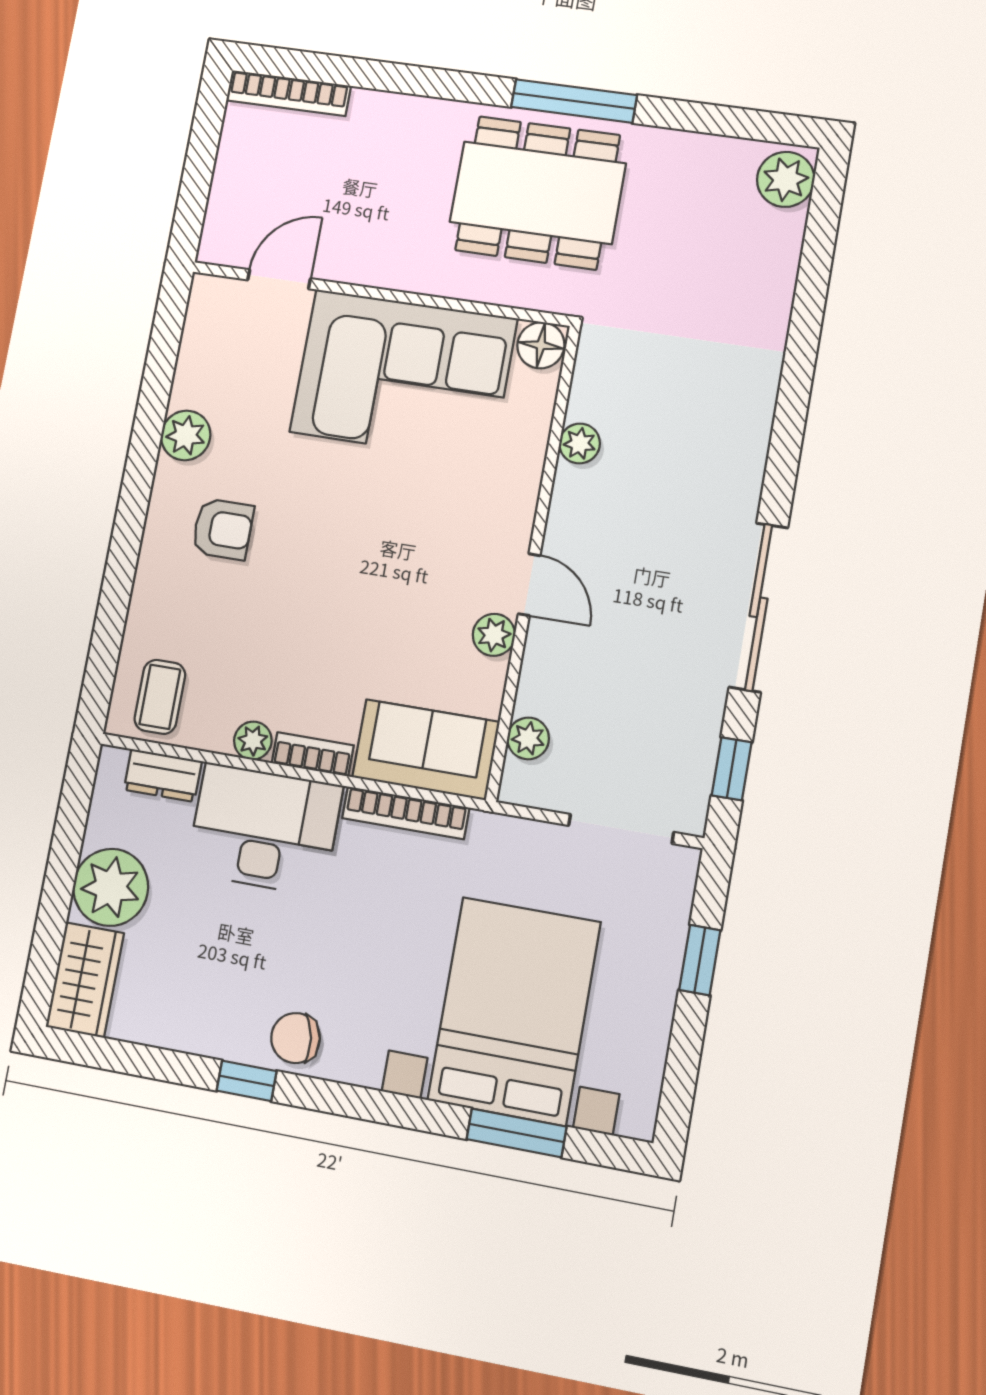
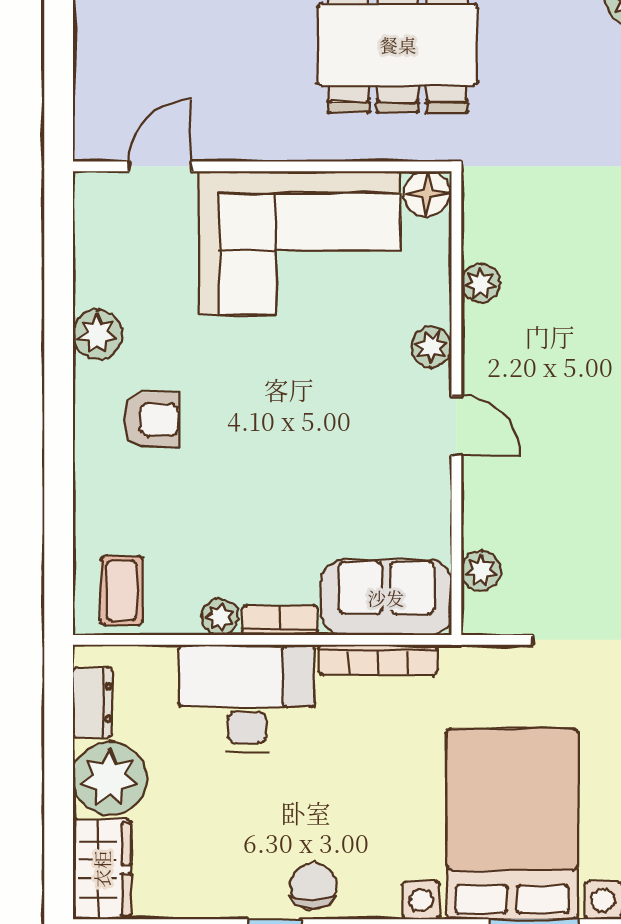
plant: (494, 635) -> (431, 347), moved
dresser: (163, 775) -> (93, 703), moved, turned -90
chair: (296, 1038) -> (313, 886), turned 99

